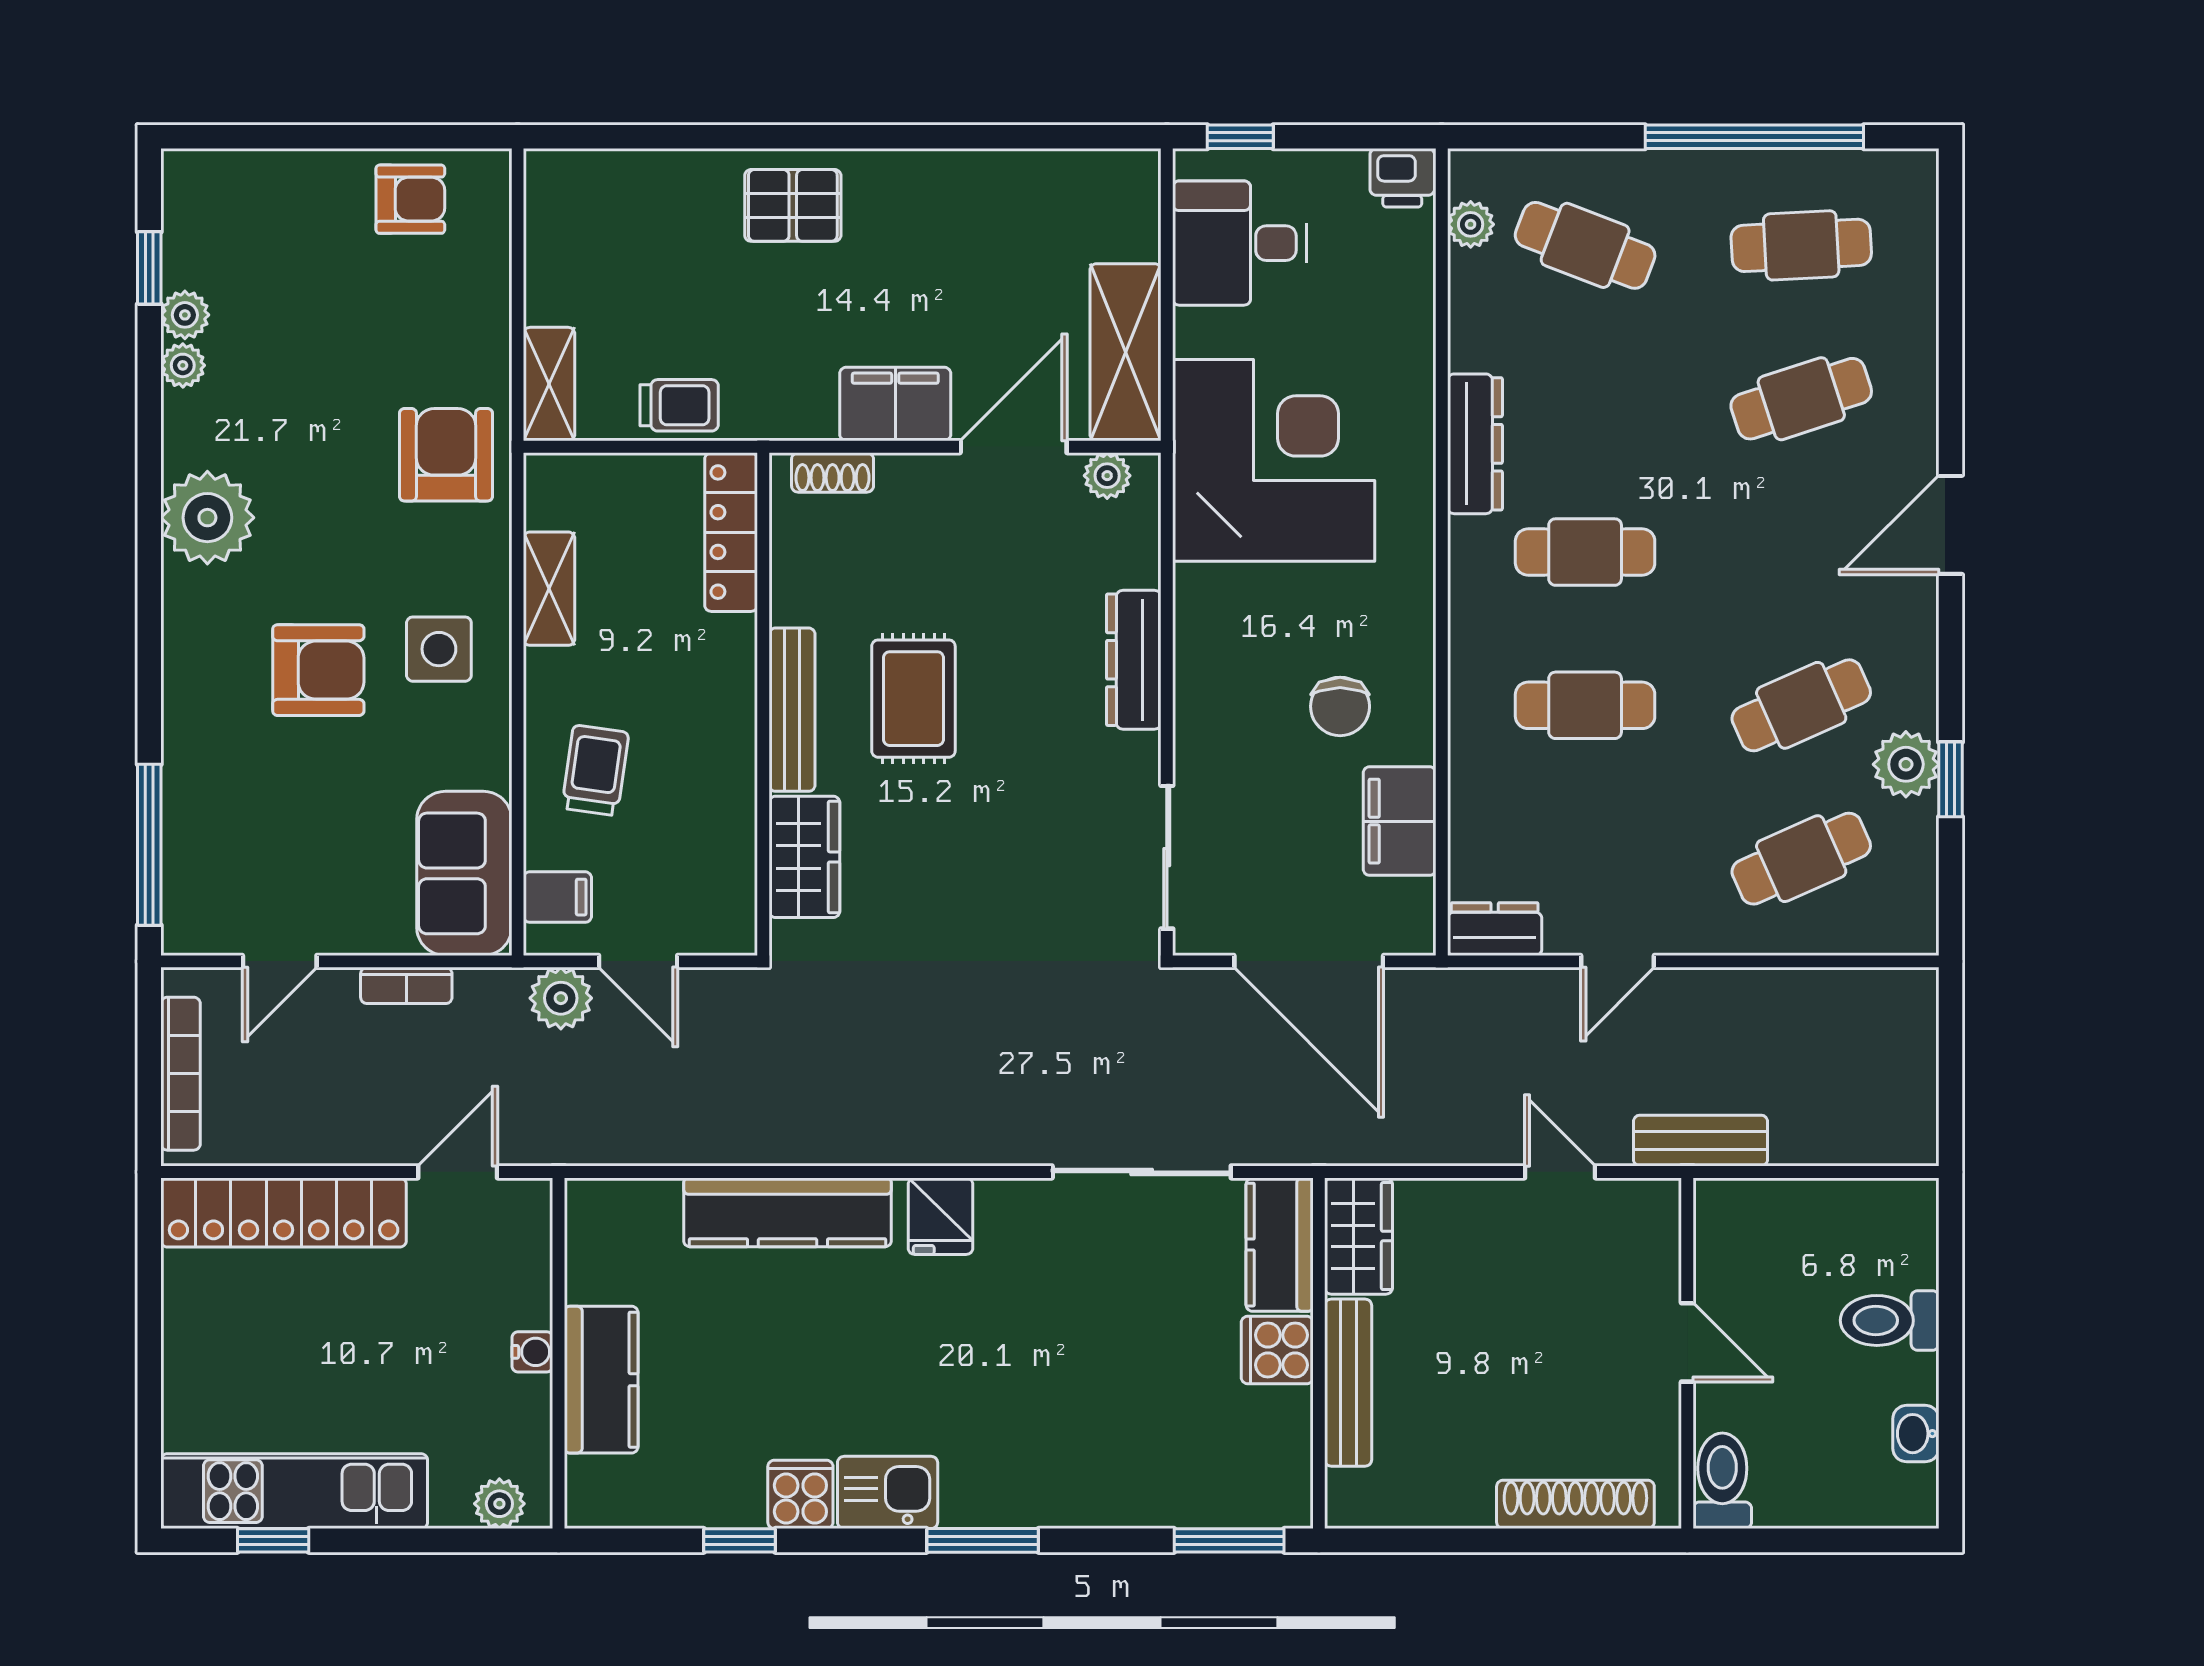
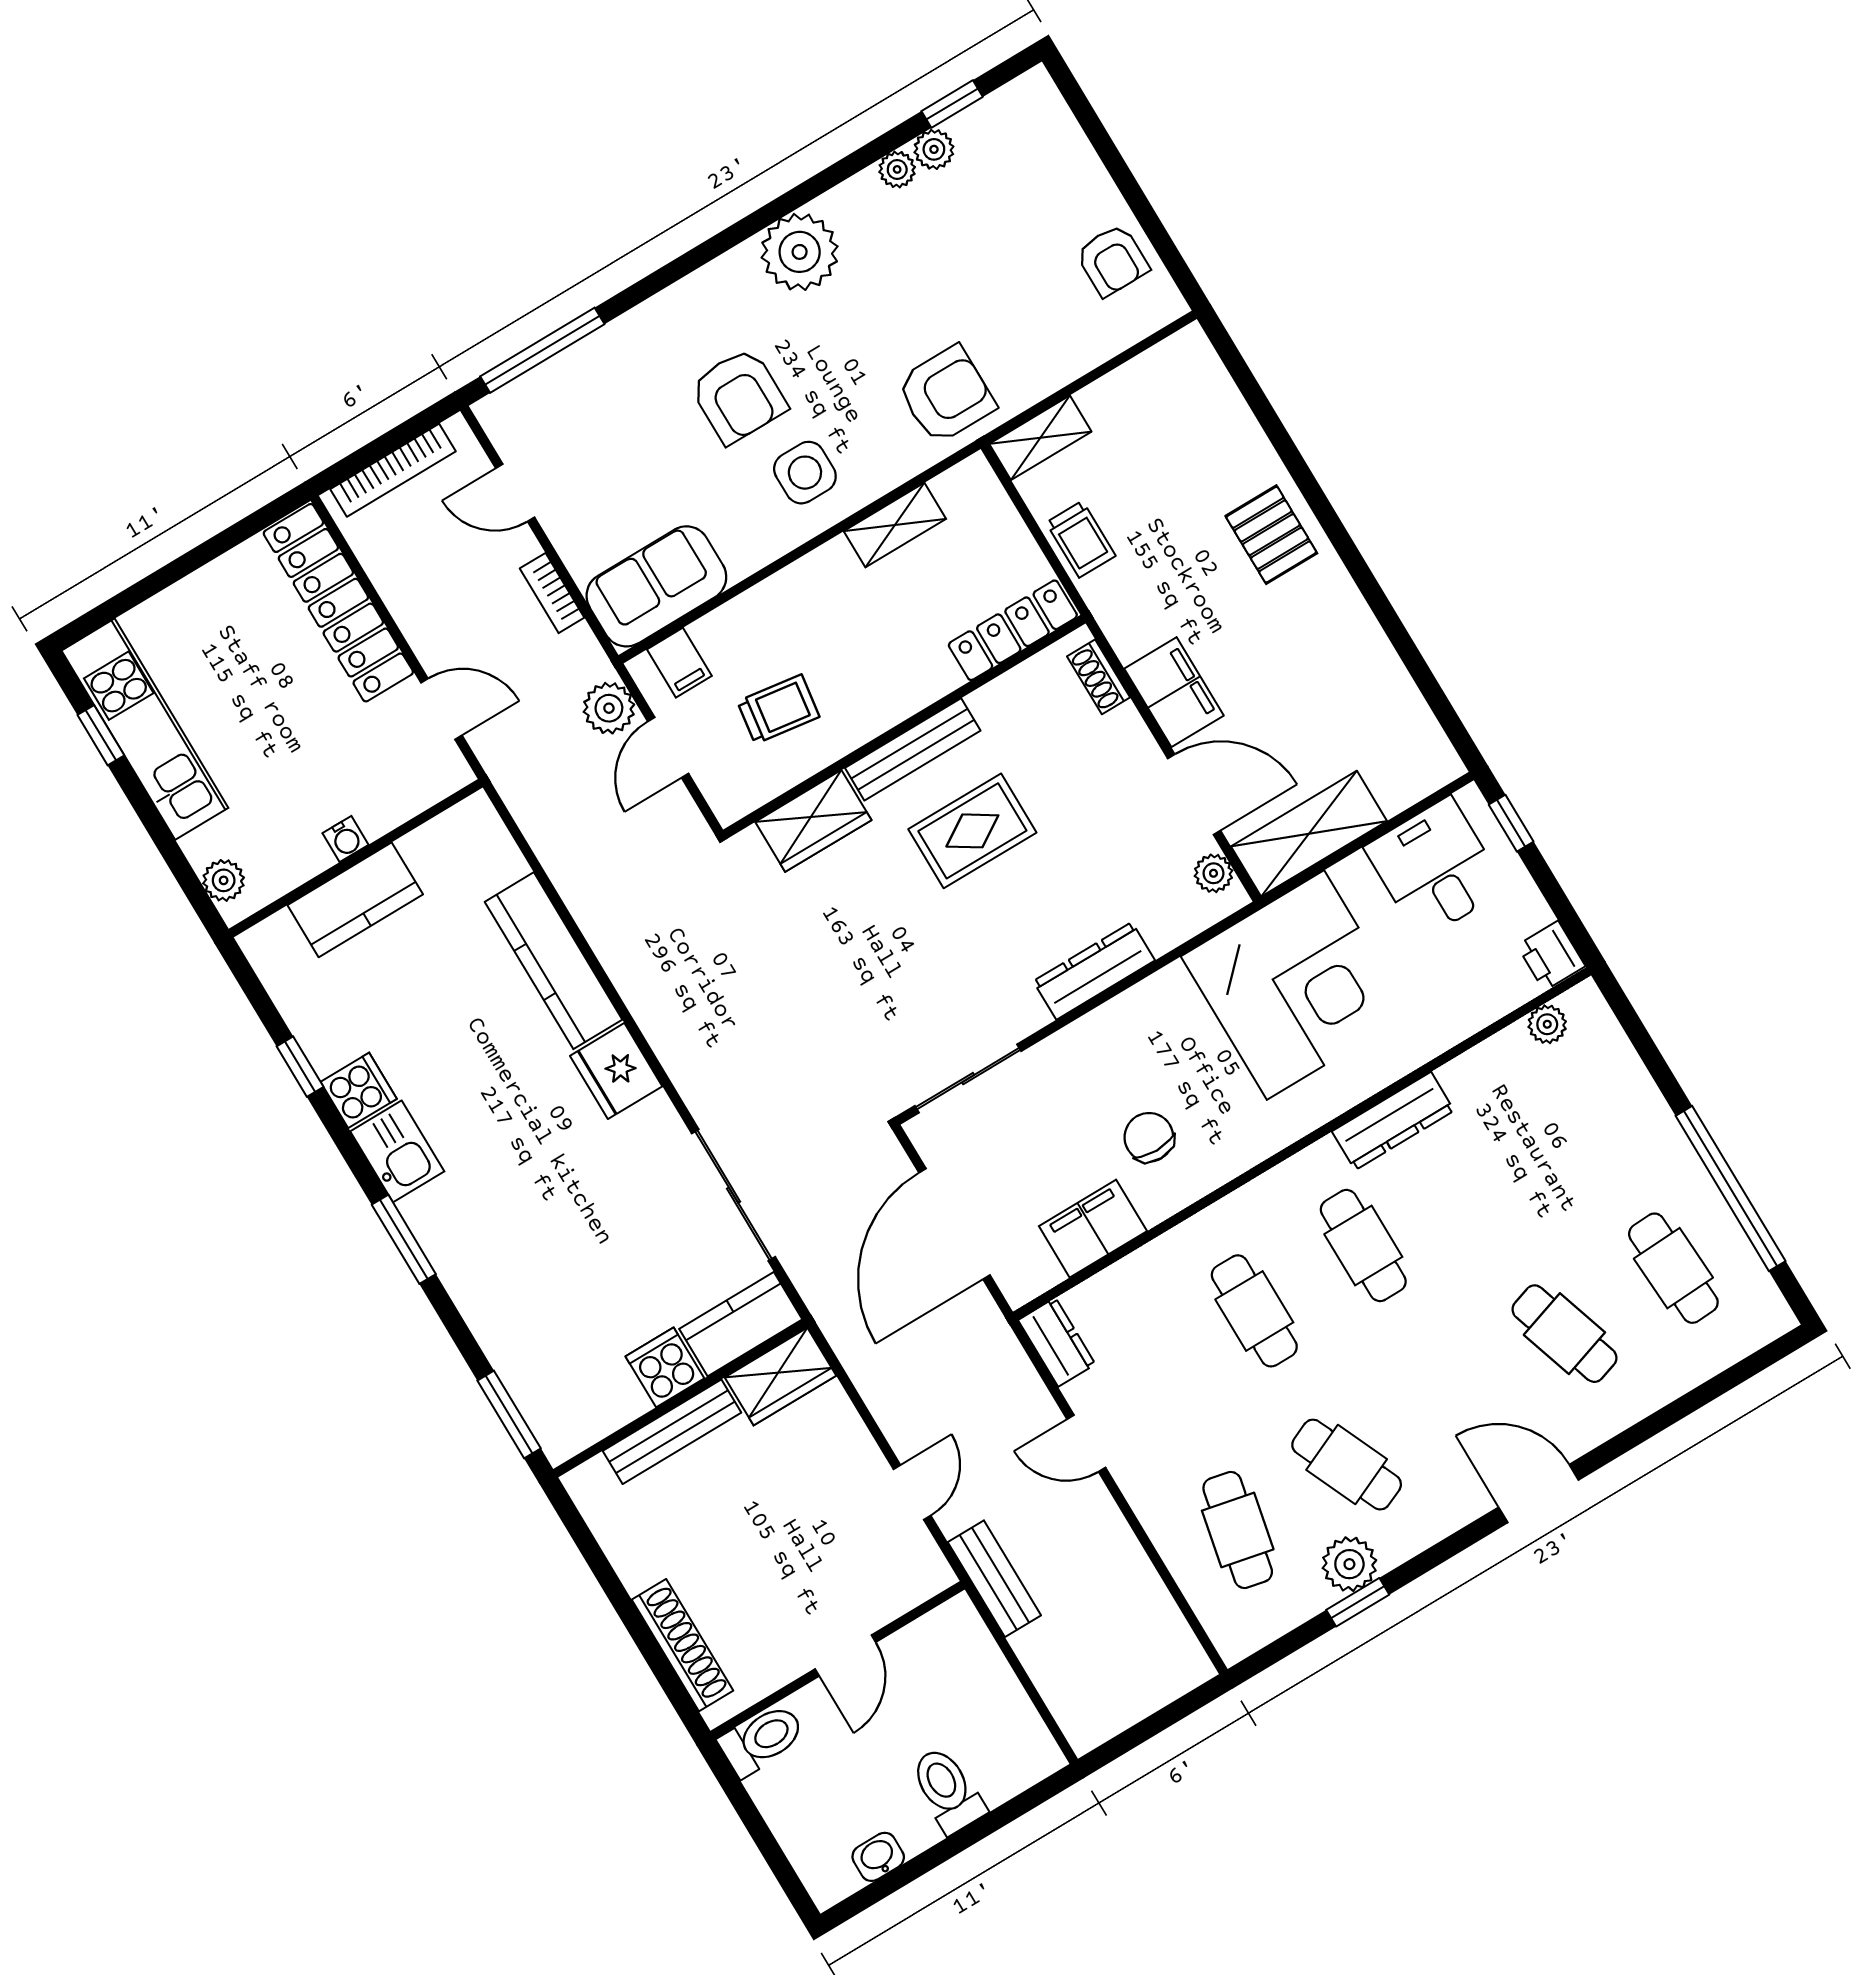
cafe table: (1585, 245) -> (1581, 1115), removed
chair: (1340, 706) -> (1149, 1137), turned 90
trolley: (595, 770) -> (778, 709), moved
cafe table: (1801, 859) -> (1238, 1530), turned 36
fridge: (940, 1216) -> (616, 1071), width x1.38

